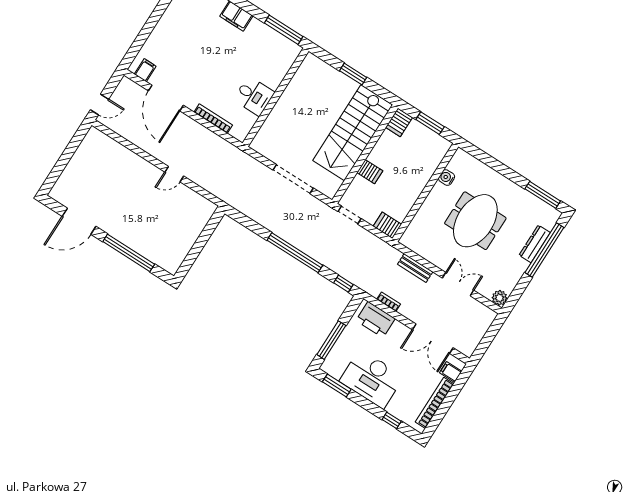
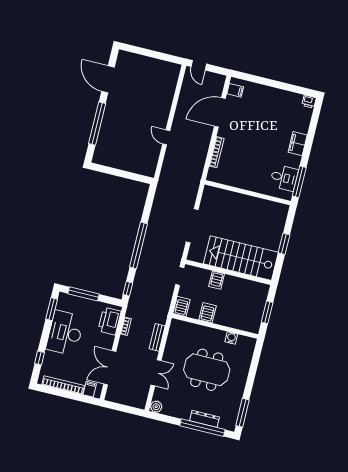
desk: (254, 96) -> (284, 178), moved, turned -90
server rack: (399, 122) -> (208, 313), moved, turned 90

